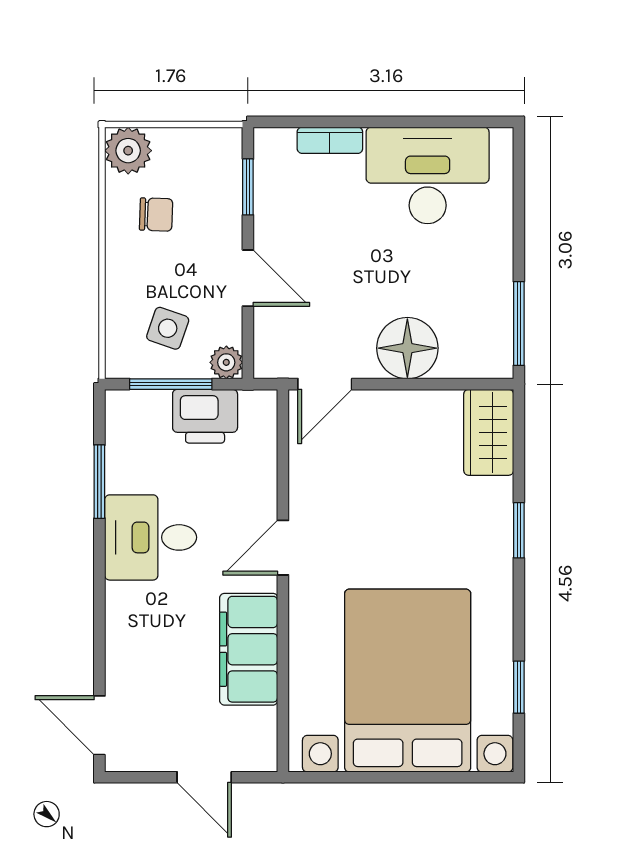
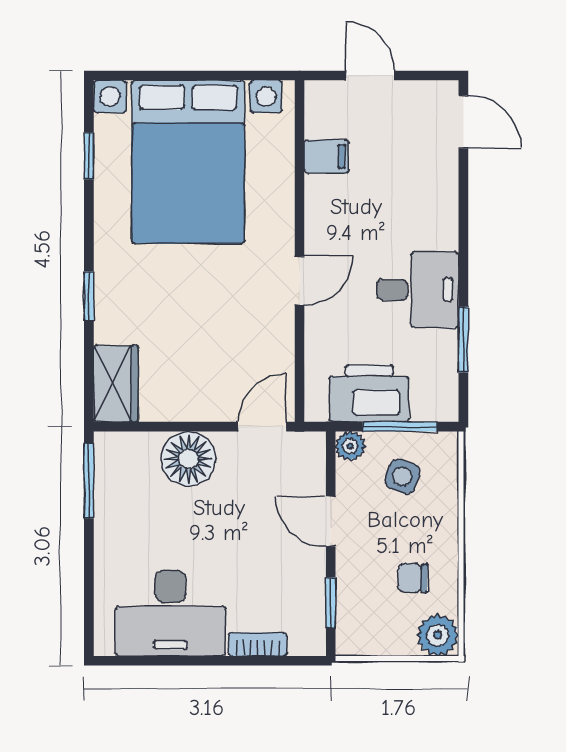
printer: (205, 416) -> (369, 393), width x1.37, depth x1.19
filing cabinet: (249, 649) -> (326, 157), width x0.33, depth x0.86

